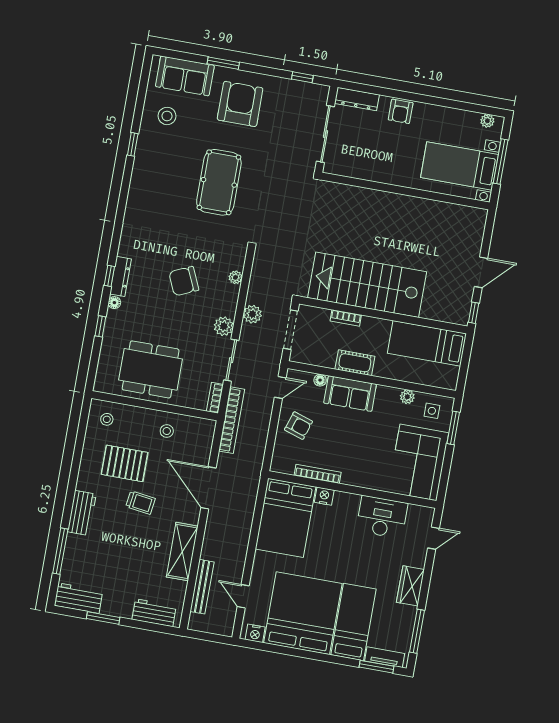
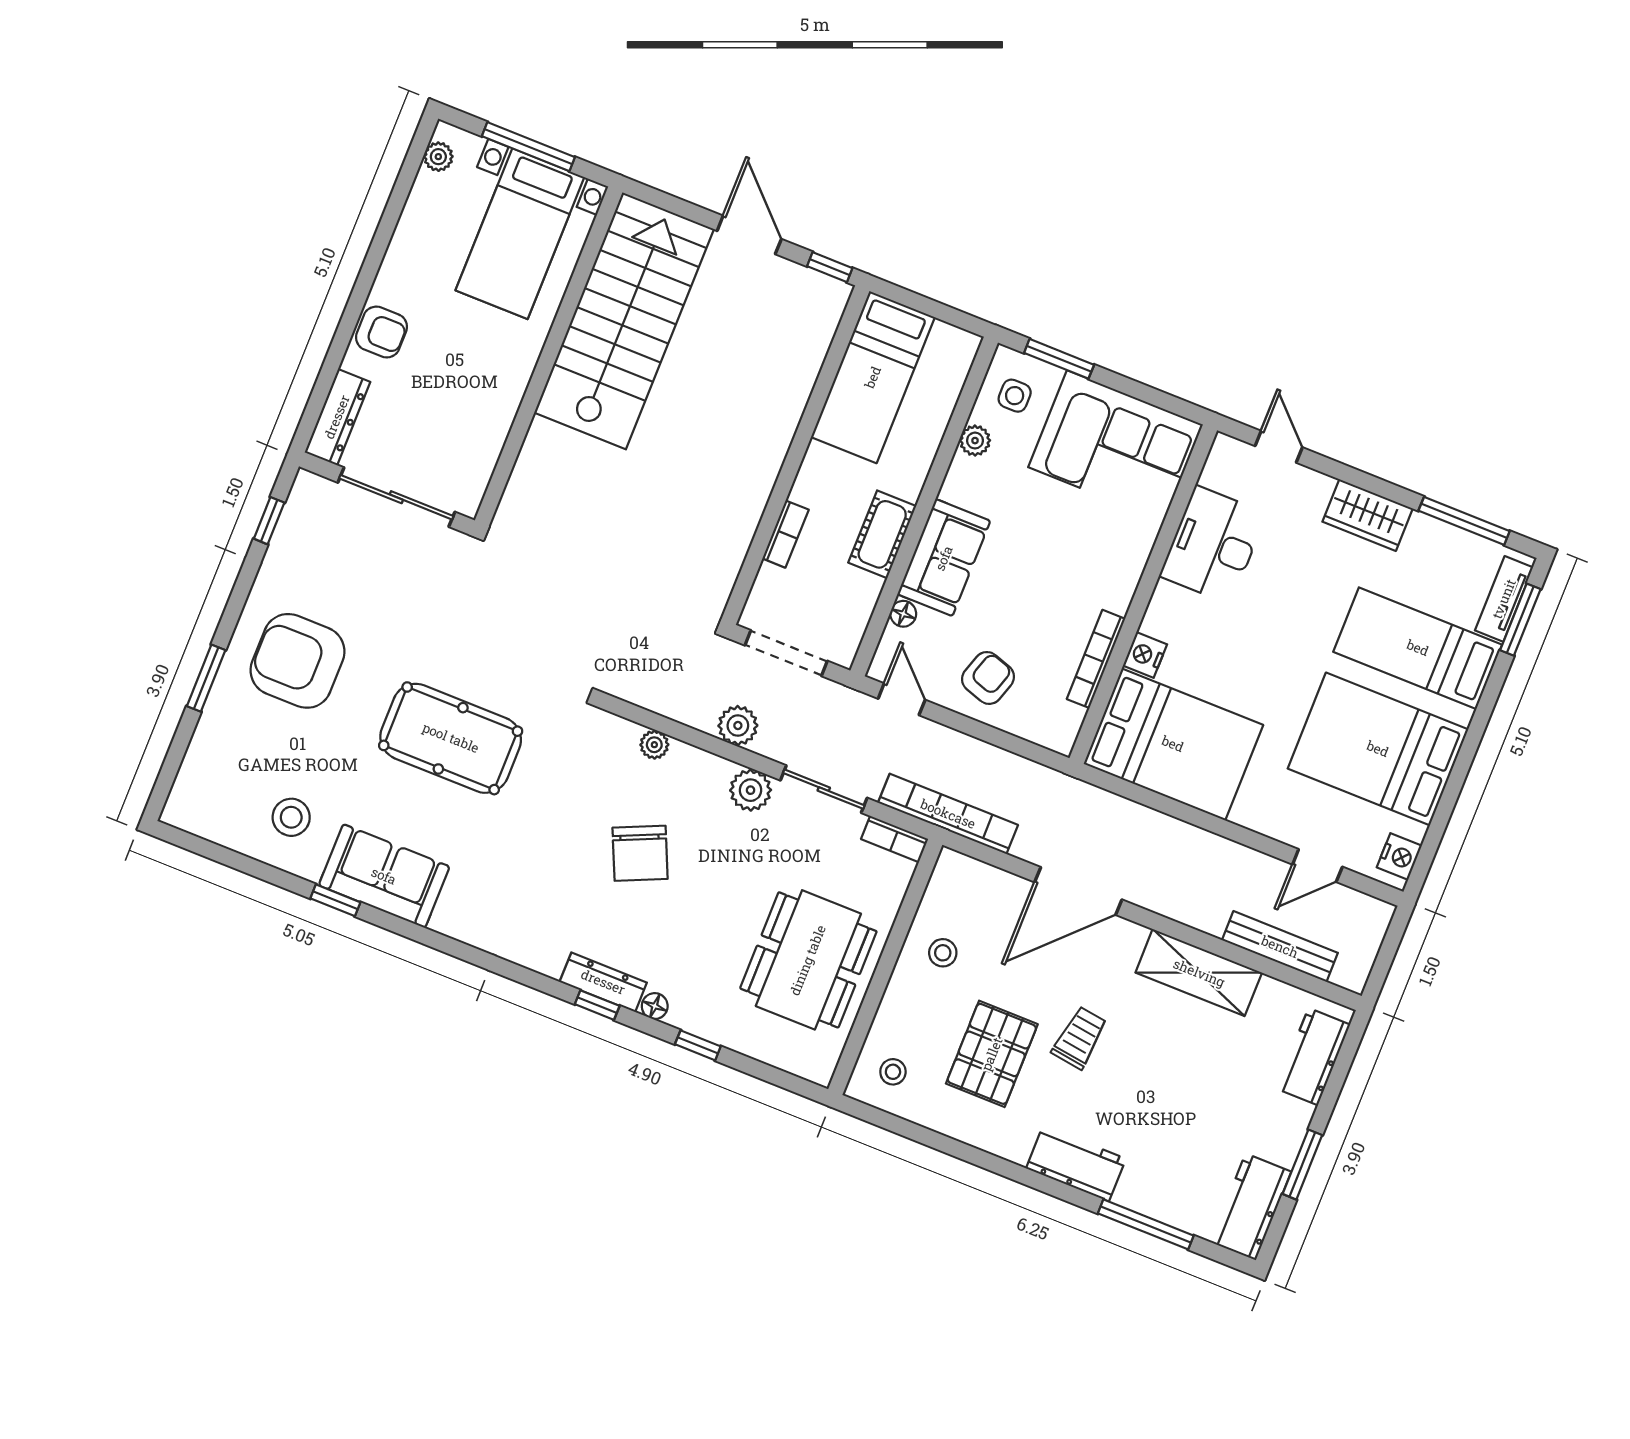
sofa: (185, 76) -> (384, 876), moved, turned -90
stairs: (367, 285) -> (624, 321), moved, turned 180
bed: (303, 613) -> (1378, 749), width x0.73

